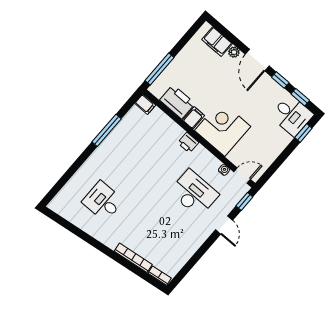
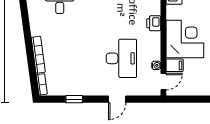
filing cabinet: (194, 118) -> (175, 65), moved
door: (242, 176) -> (163, 82), hinge flipped
window: (244, 201) -> (74, 99), moved

